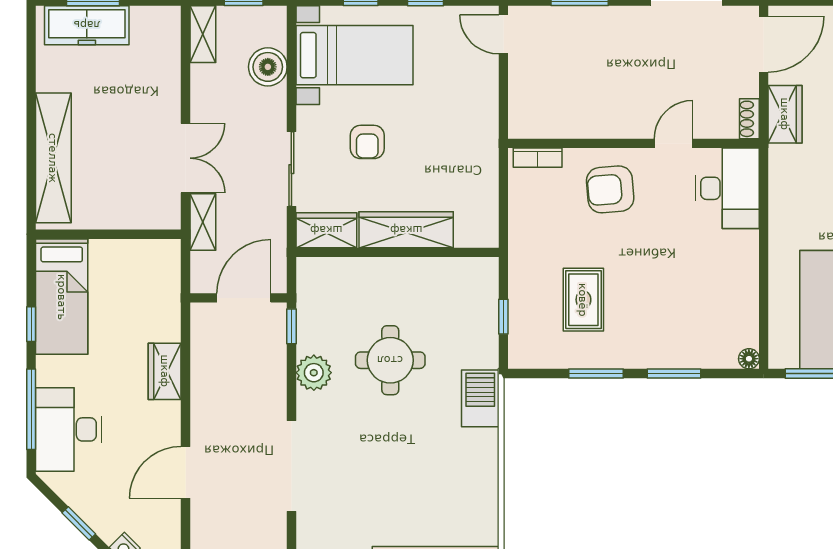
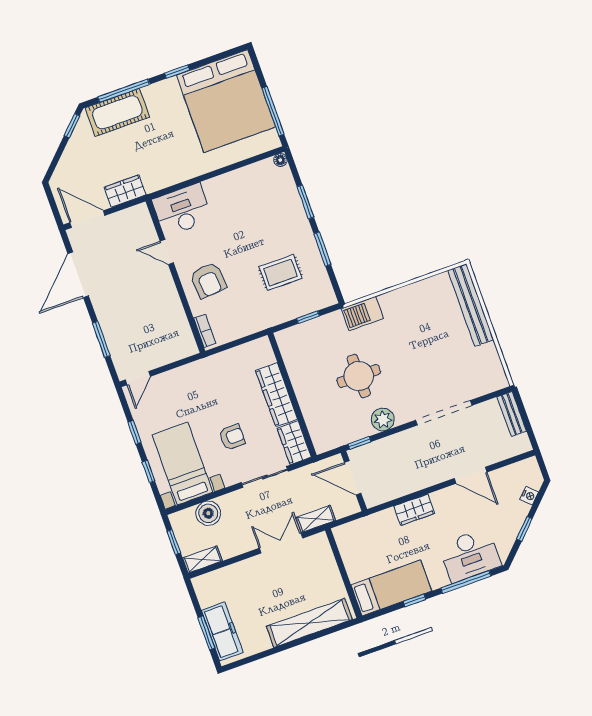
shoe rack: (749, 119) -> (136, 212), removed

